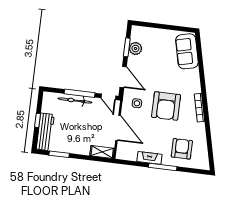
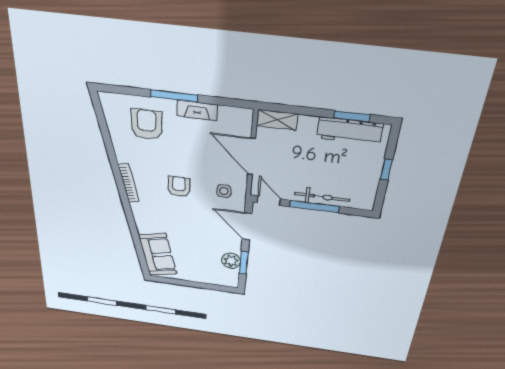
armchair: (166, 106) -> (179, 186), width x0.53, depth x0.53
workbench: (45, 132) -> (350, 131), moved, turned -90
armchair: (182, 149) -> (147, 124), turned 180

